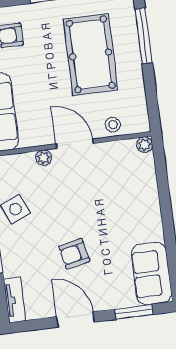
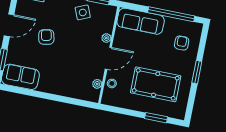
window: (144, 36) -> (156, 118), width x0.69
plant: (145, 145) -> (97, 84), moved

